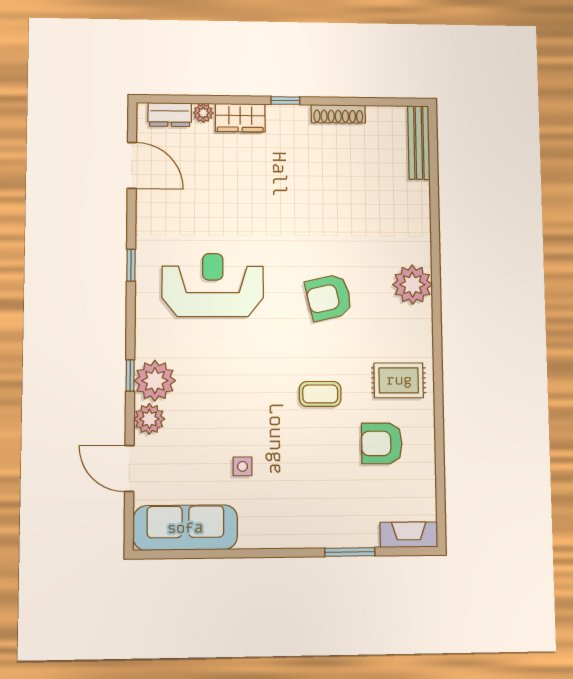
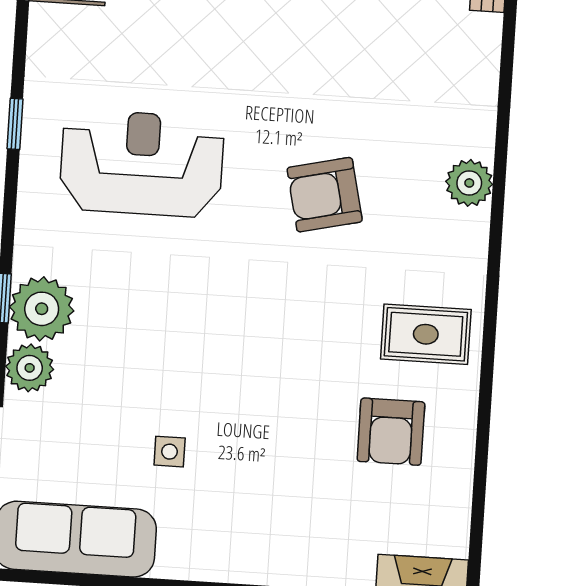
plant: (412, 285) -> (469, 183), width x0.73, depth x0.73
coffee table: (320, 394) -> (299, 347), removed
armchair: (382, 443) -> (391, 432), turned -90

